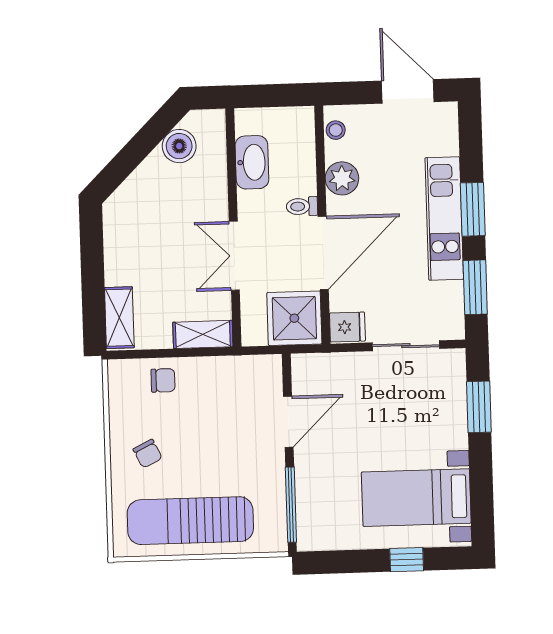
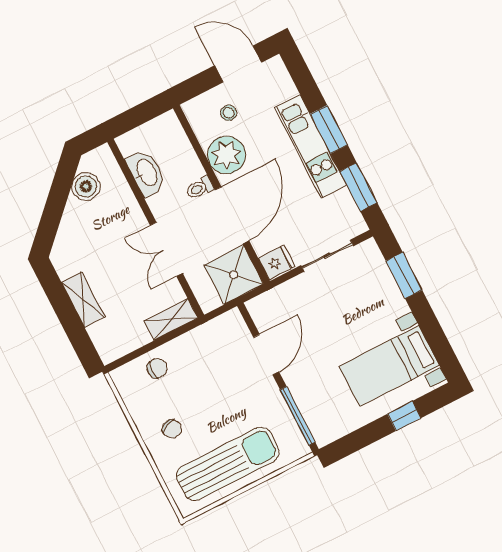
stool: (336, 130) -> (229, 113), moved
plant: (342, 178) -> (226, 155), width x1.36, depth x1.36
shelving: (119, 318) -> (83, 300), moved
sun lounger: (190, 521) -> (228, 464), turned 180

